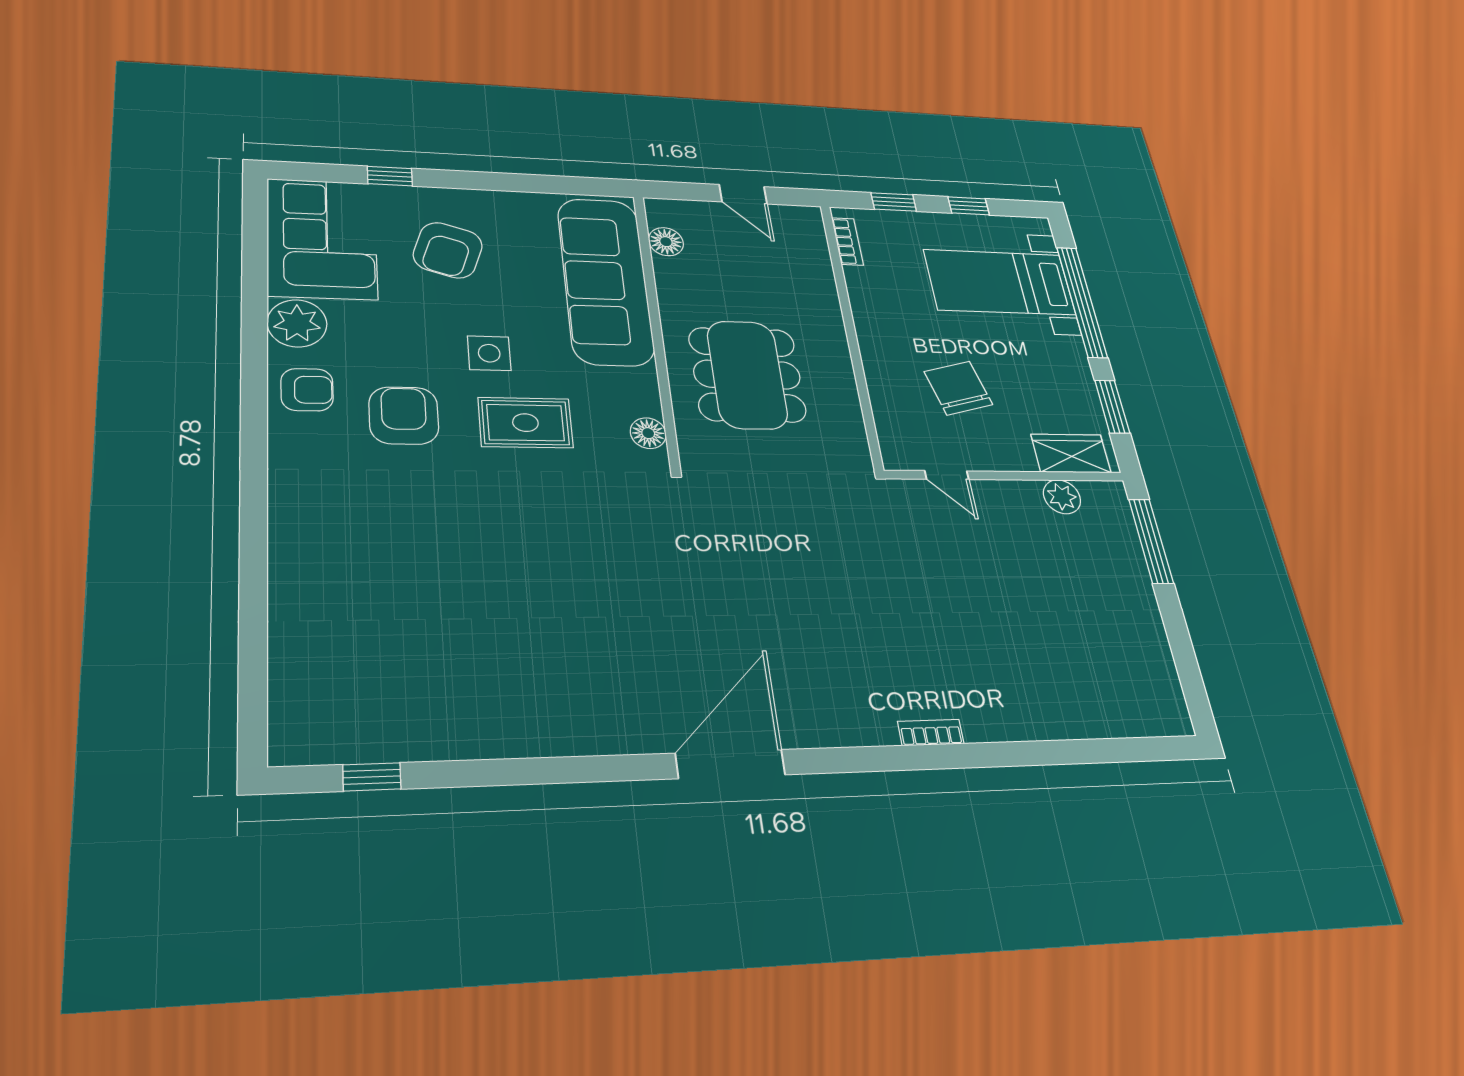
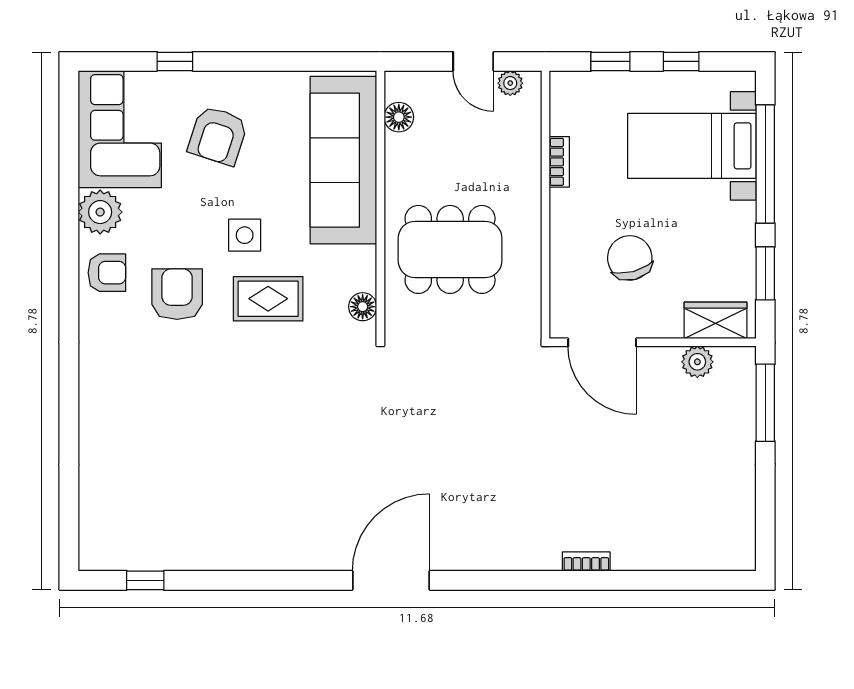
plant: (788, 216) -> (510, 83), added
bookcase: (847, 242) -> (559, 162), moved
dining table: (747, 375) -> (450, 249), turned 90
door: (947, 475) -> (602, 342), width x1.87
bookcase: (931, 733) -> (586, 562), moved

